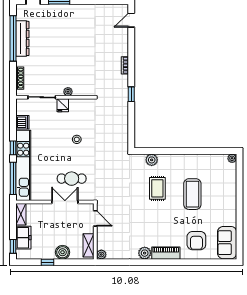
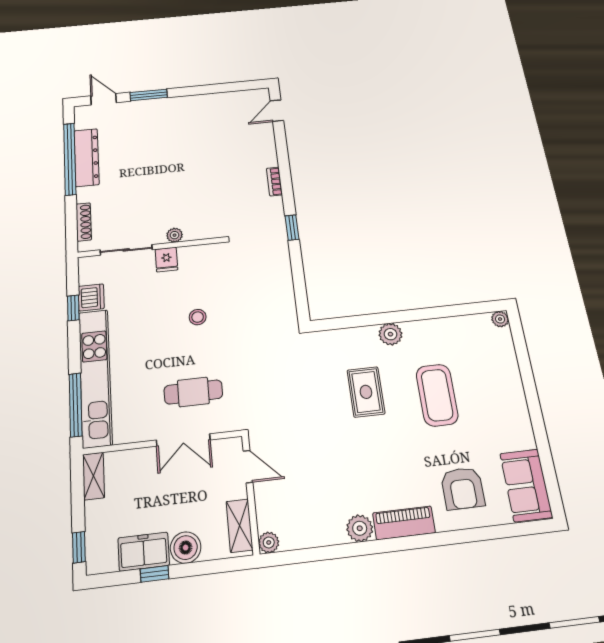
window: (13, 148) -> (73, 308), moved
plant: (152, 160) -> (390, 334), moved
double door: (65, 202) -> (183, 440), swing flipped
freezer: (23, 238) -> (144, 552), moved, turned -90

